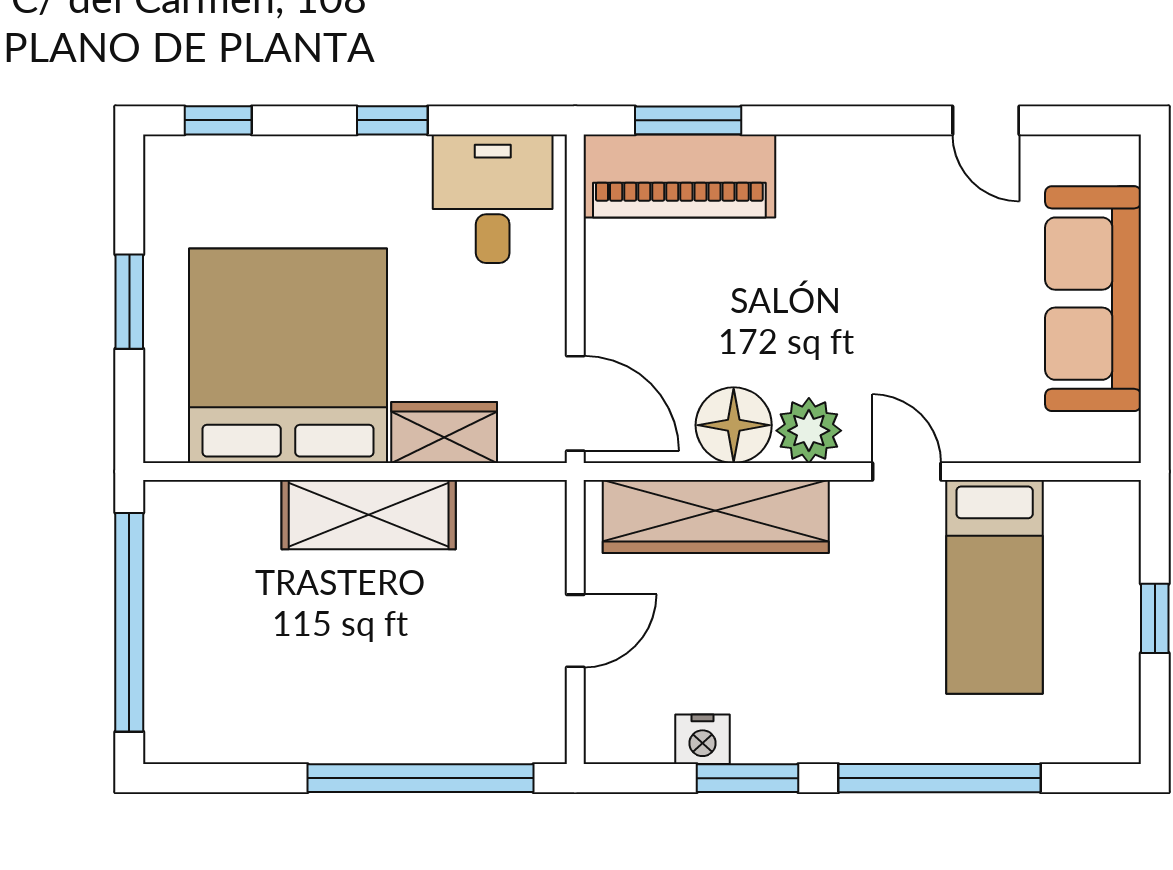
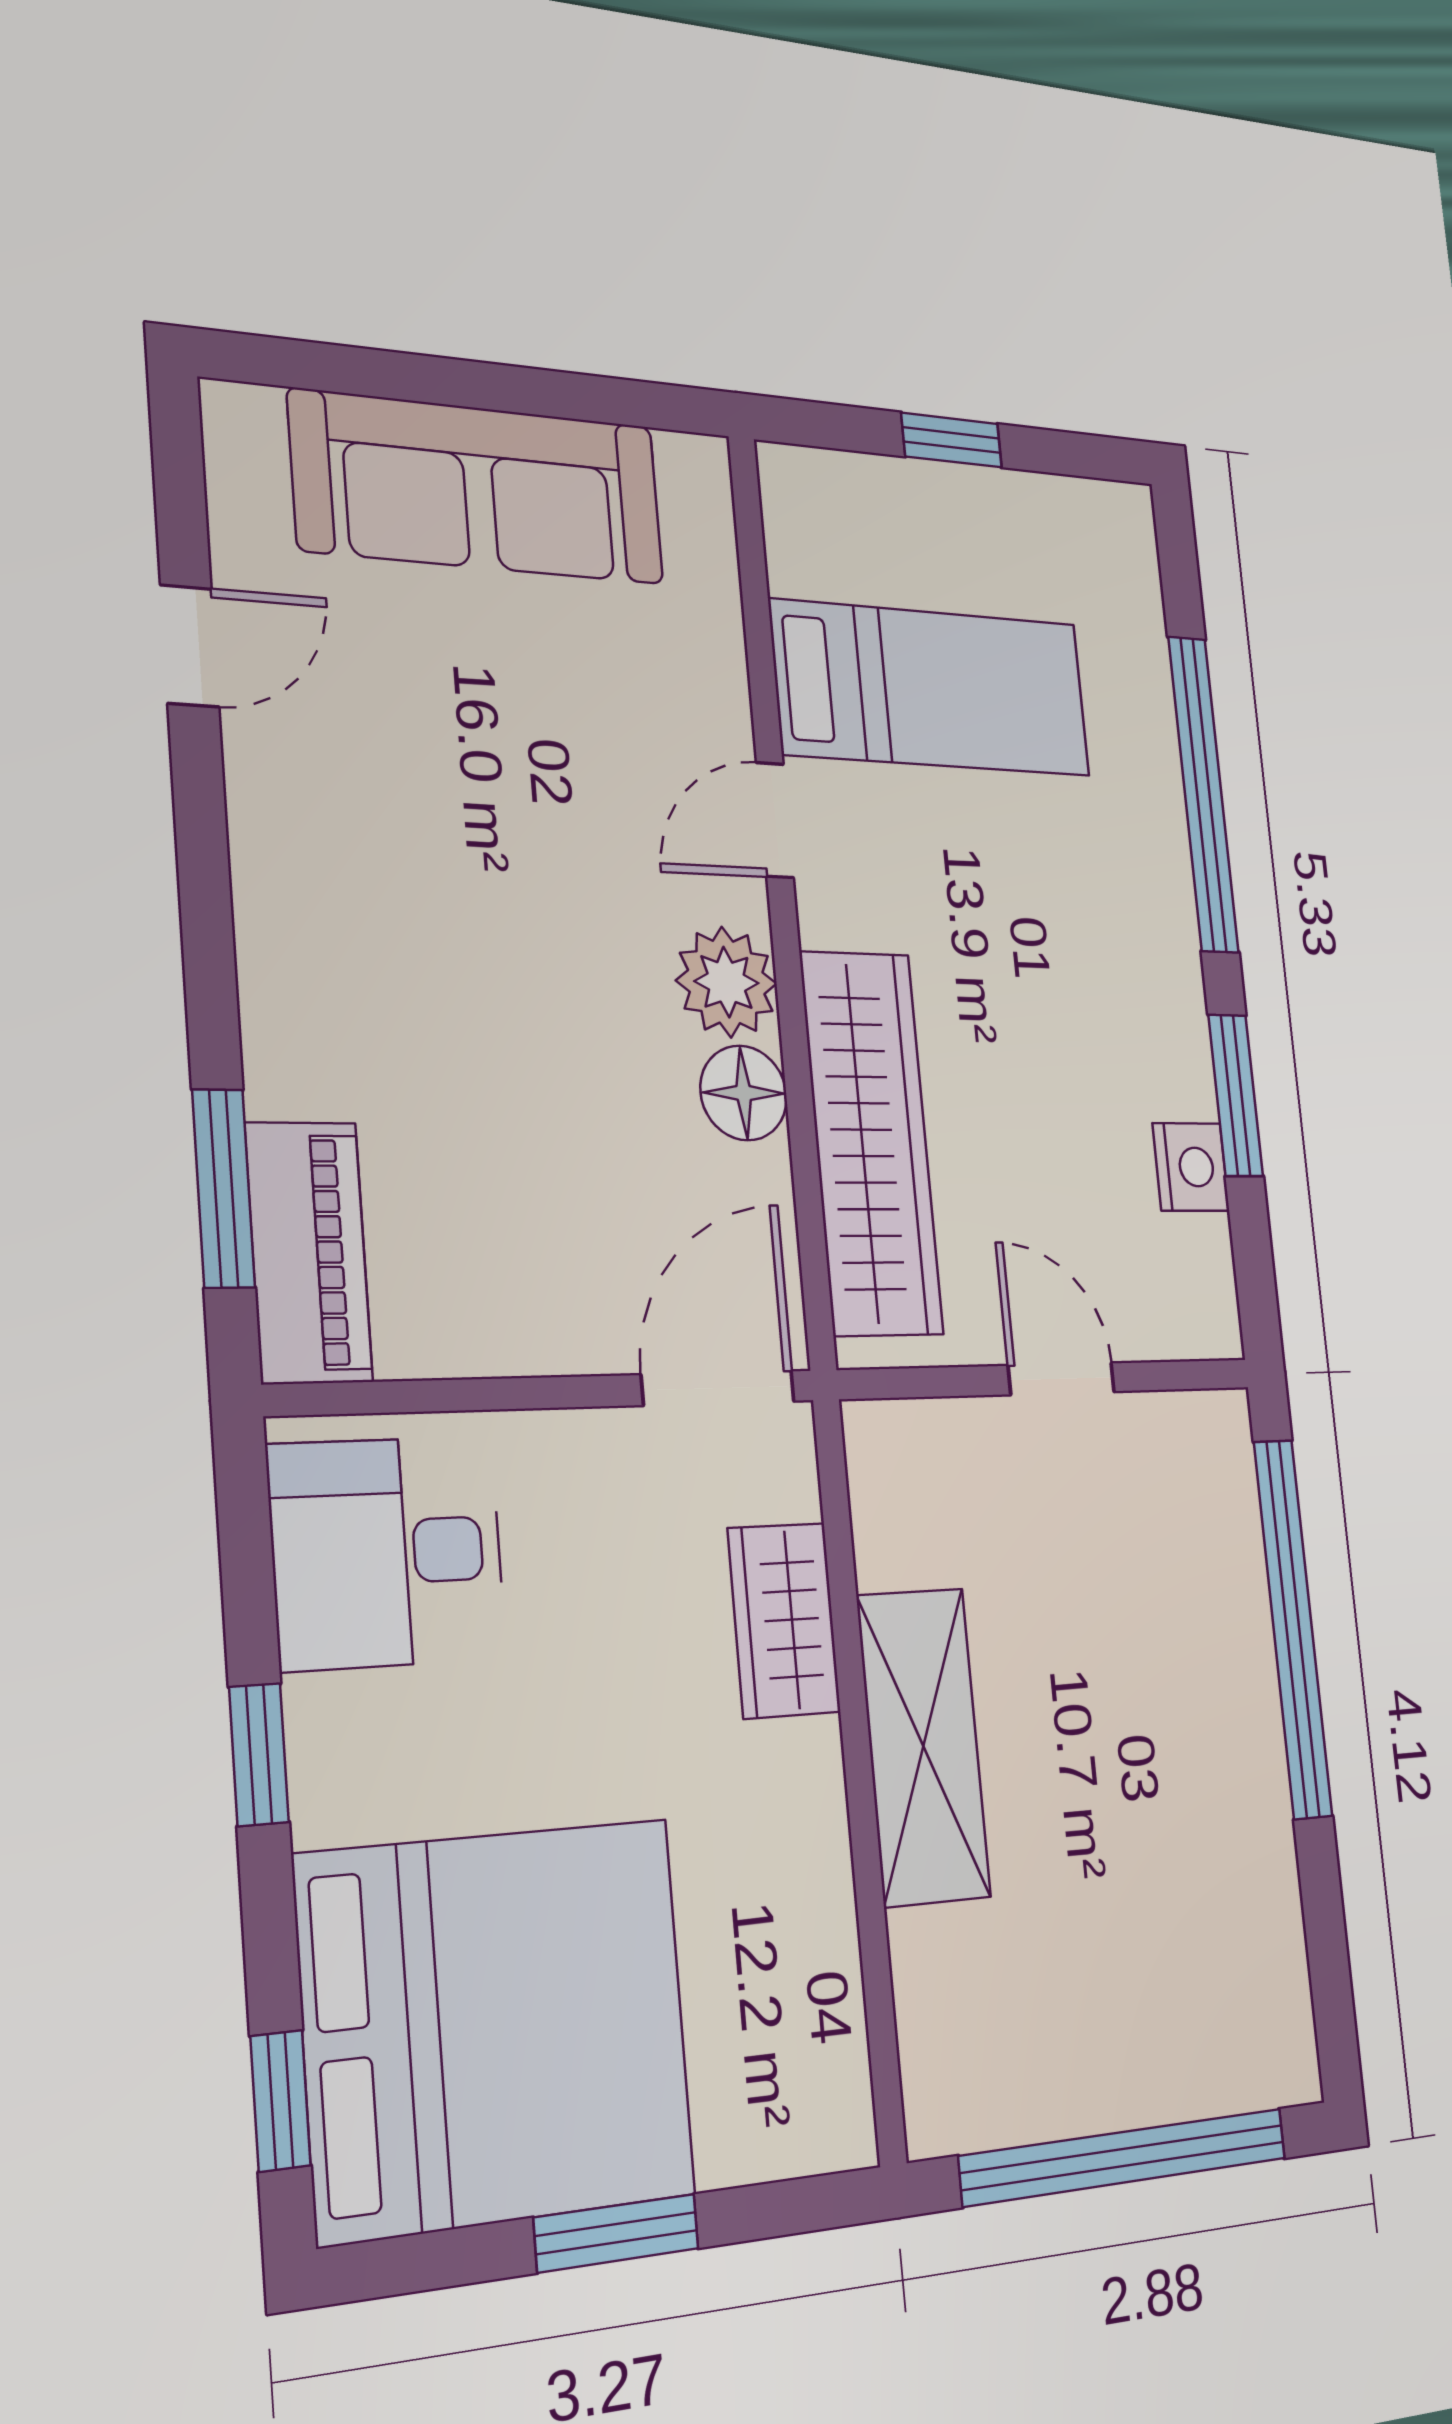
piano: (679, 176) -> (309, 1252), width x0.73, depth x0.75
bed: (288, 356) -> (497, 2027), moved, turned 180
floor lamp: (734, 425) -> (744, 1093), width x0.73, depth x0.73

